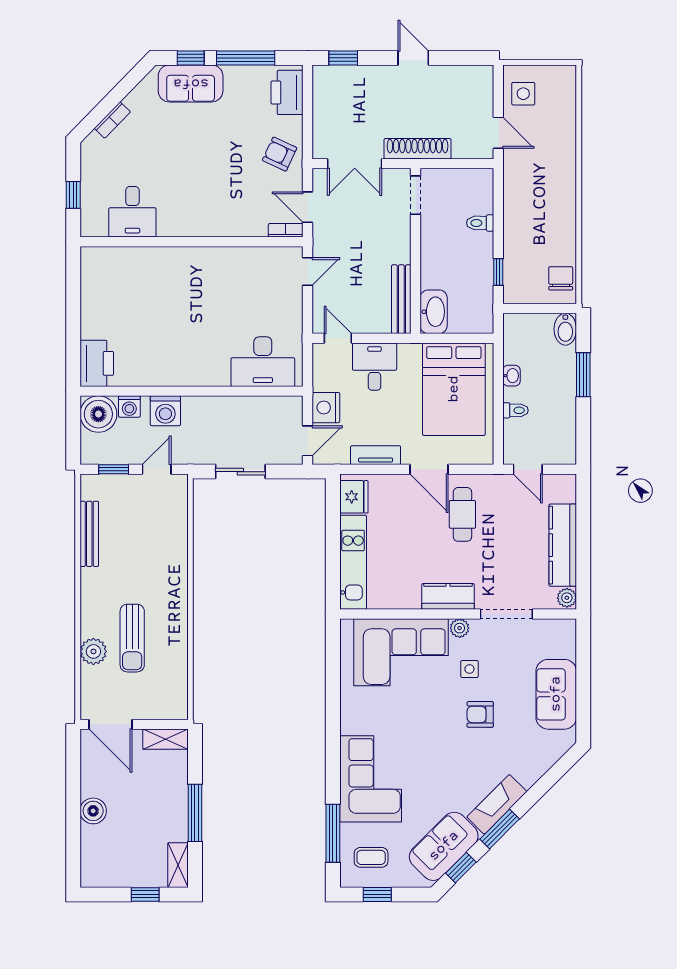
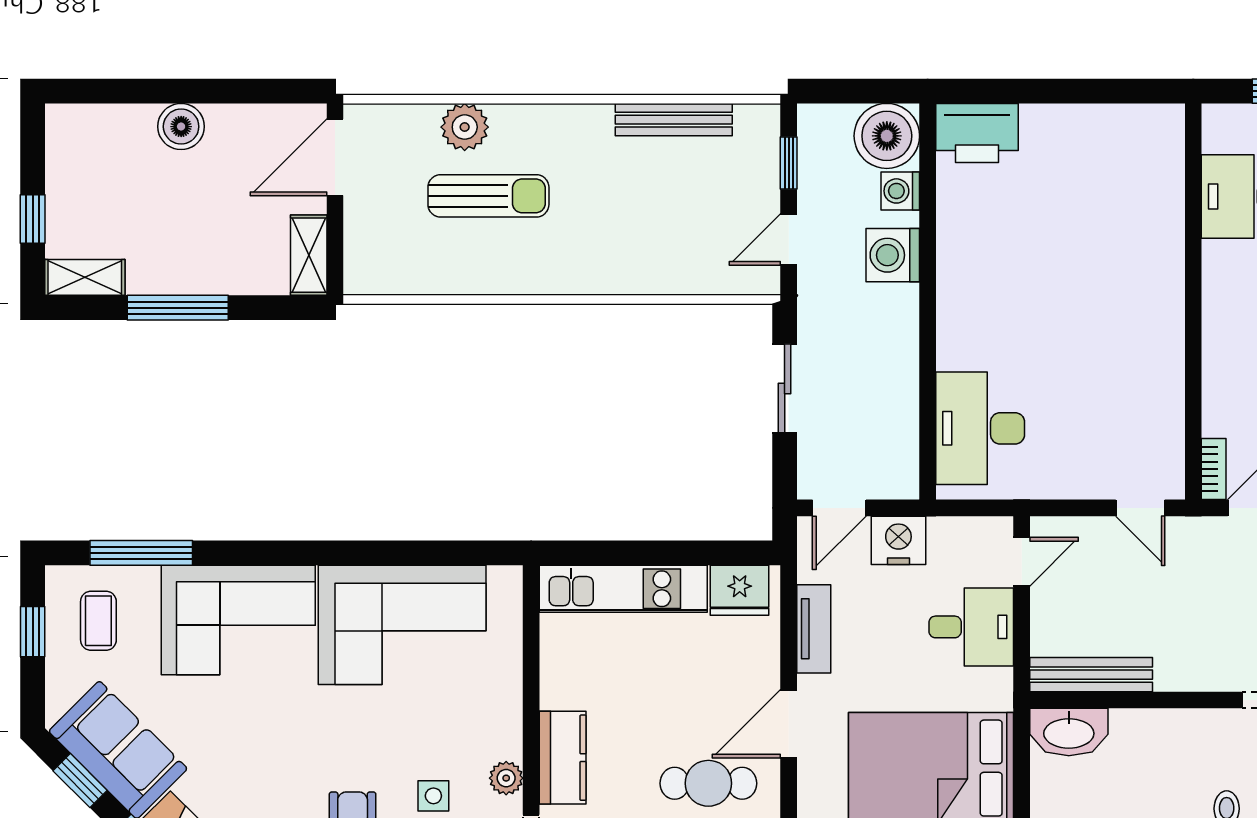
door: (308, 441) -> (839, 508), hinge flipped
door: (157, 469) -> (789, 240), swing flipped
sun lounger: (132, 638) -> (488, 196), turned 180
corner sofa: (401, 652) -> (402, 625), moved, turned -90

